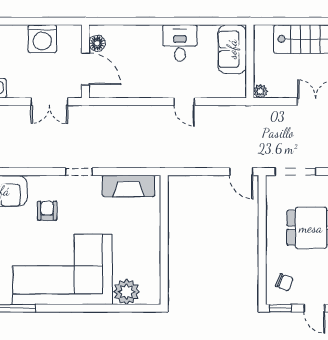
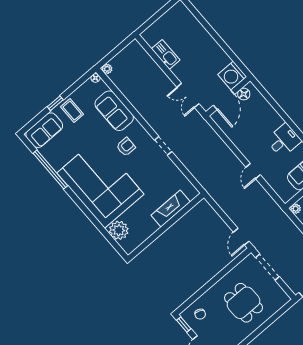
washing machine: (42, 39) -> (232, 76), moved
fireplace: (129, 186) -> (171, 209), moved, turned 90

